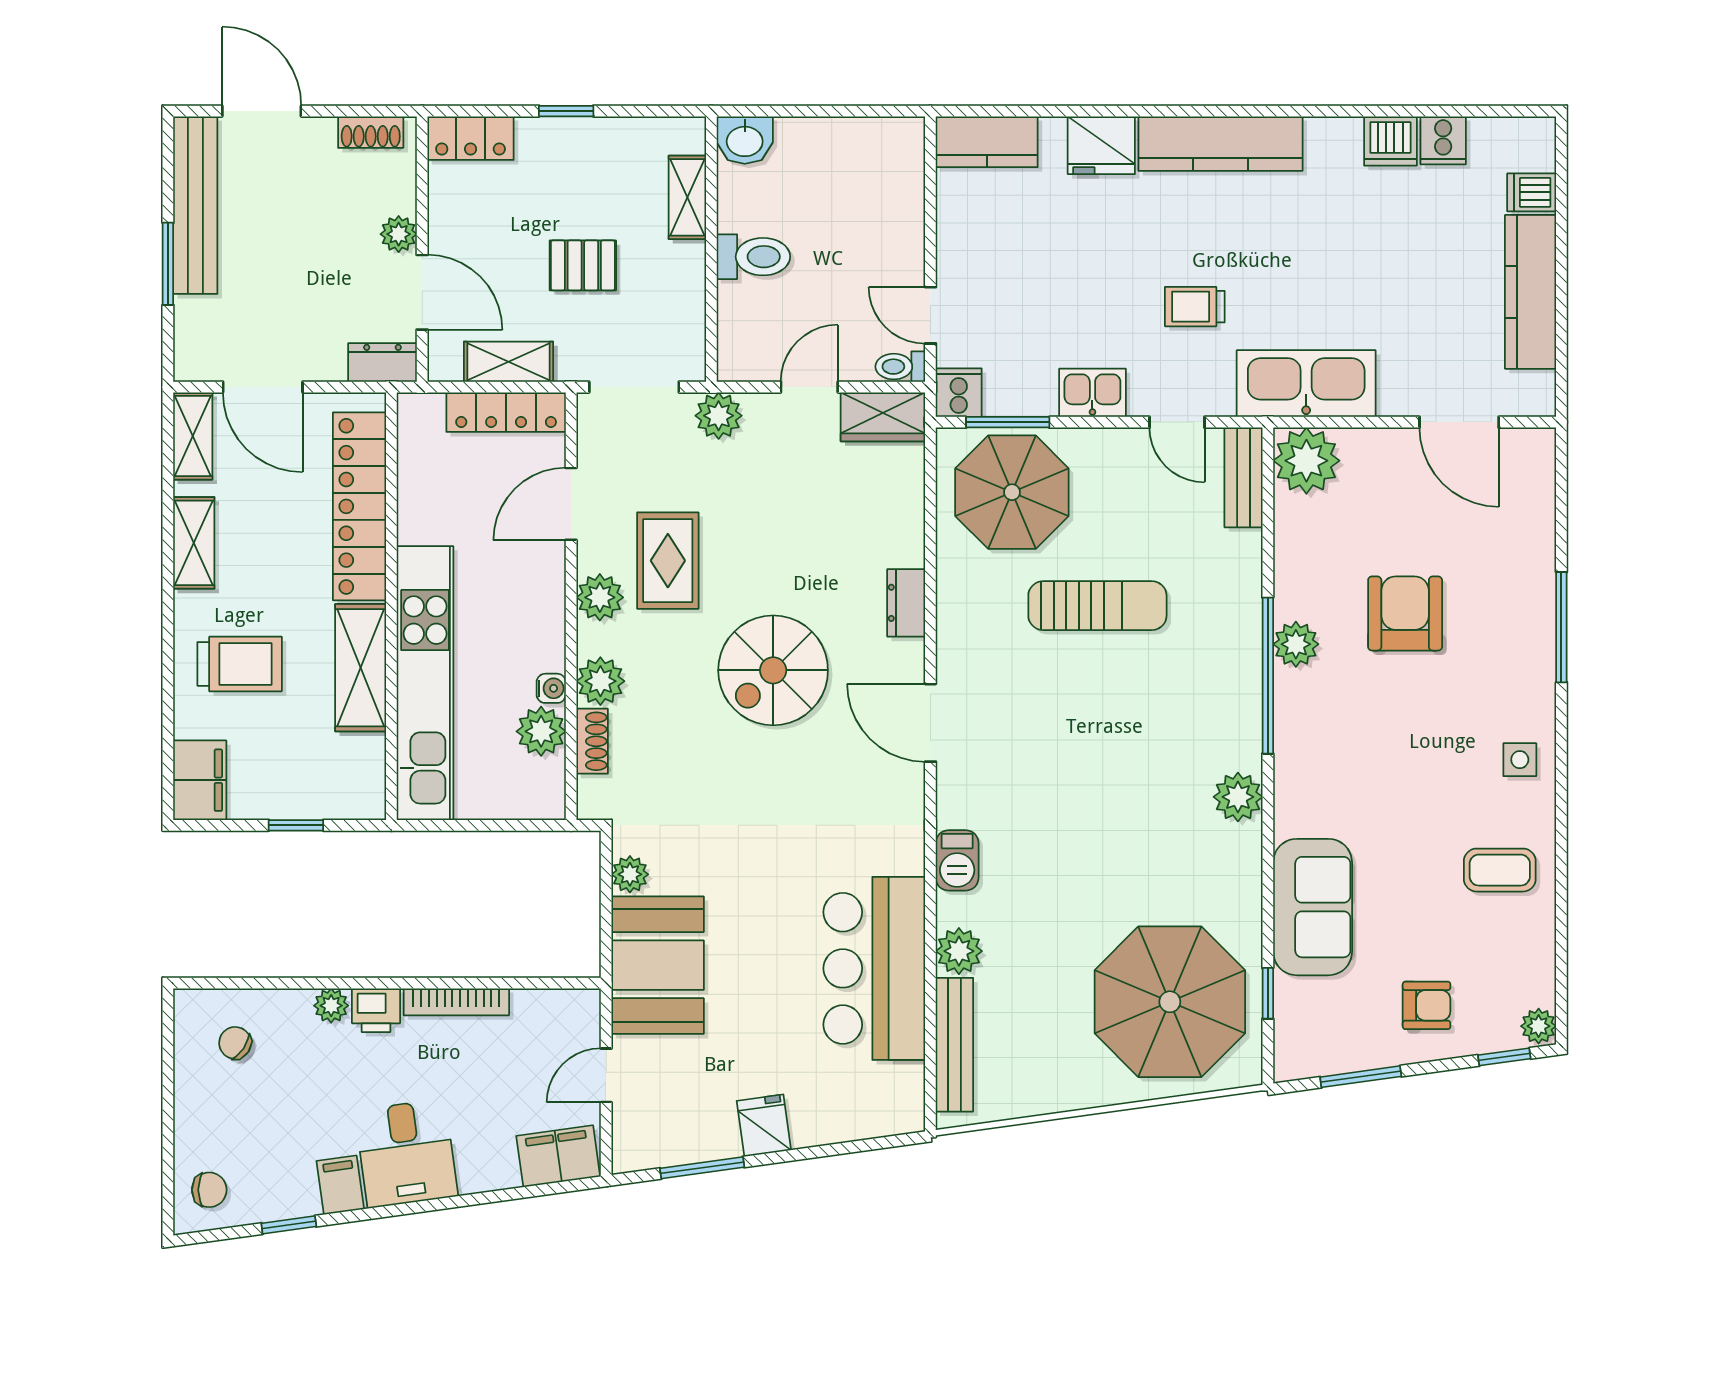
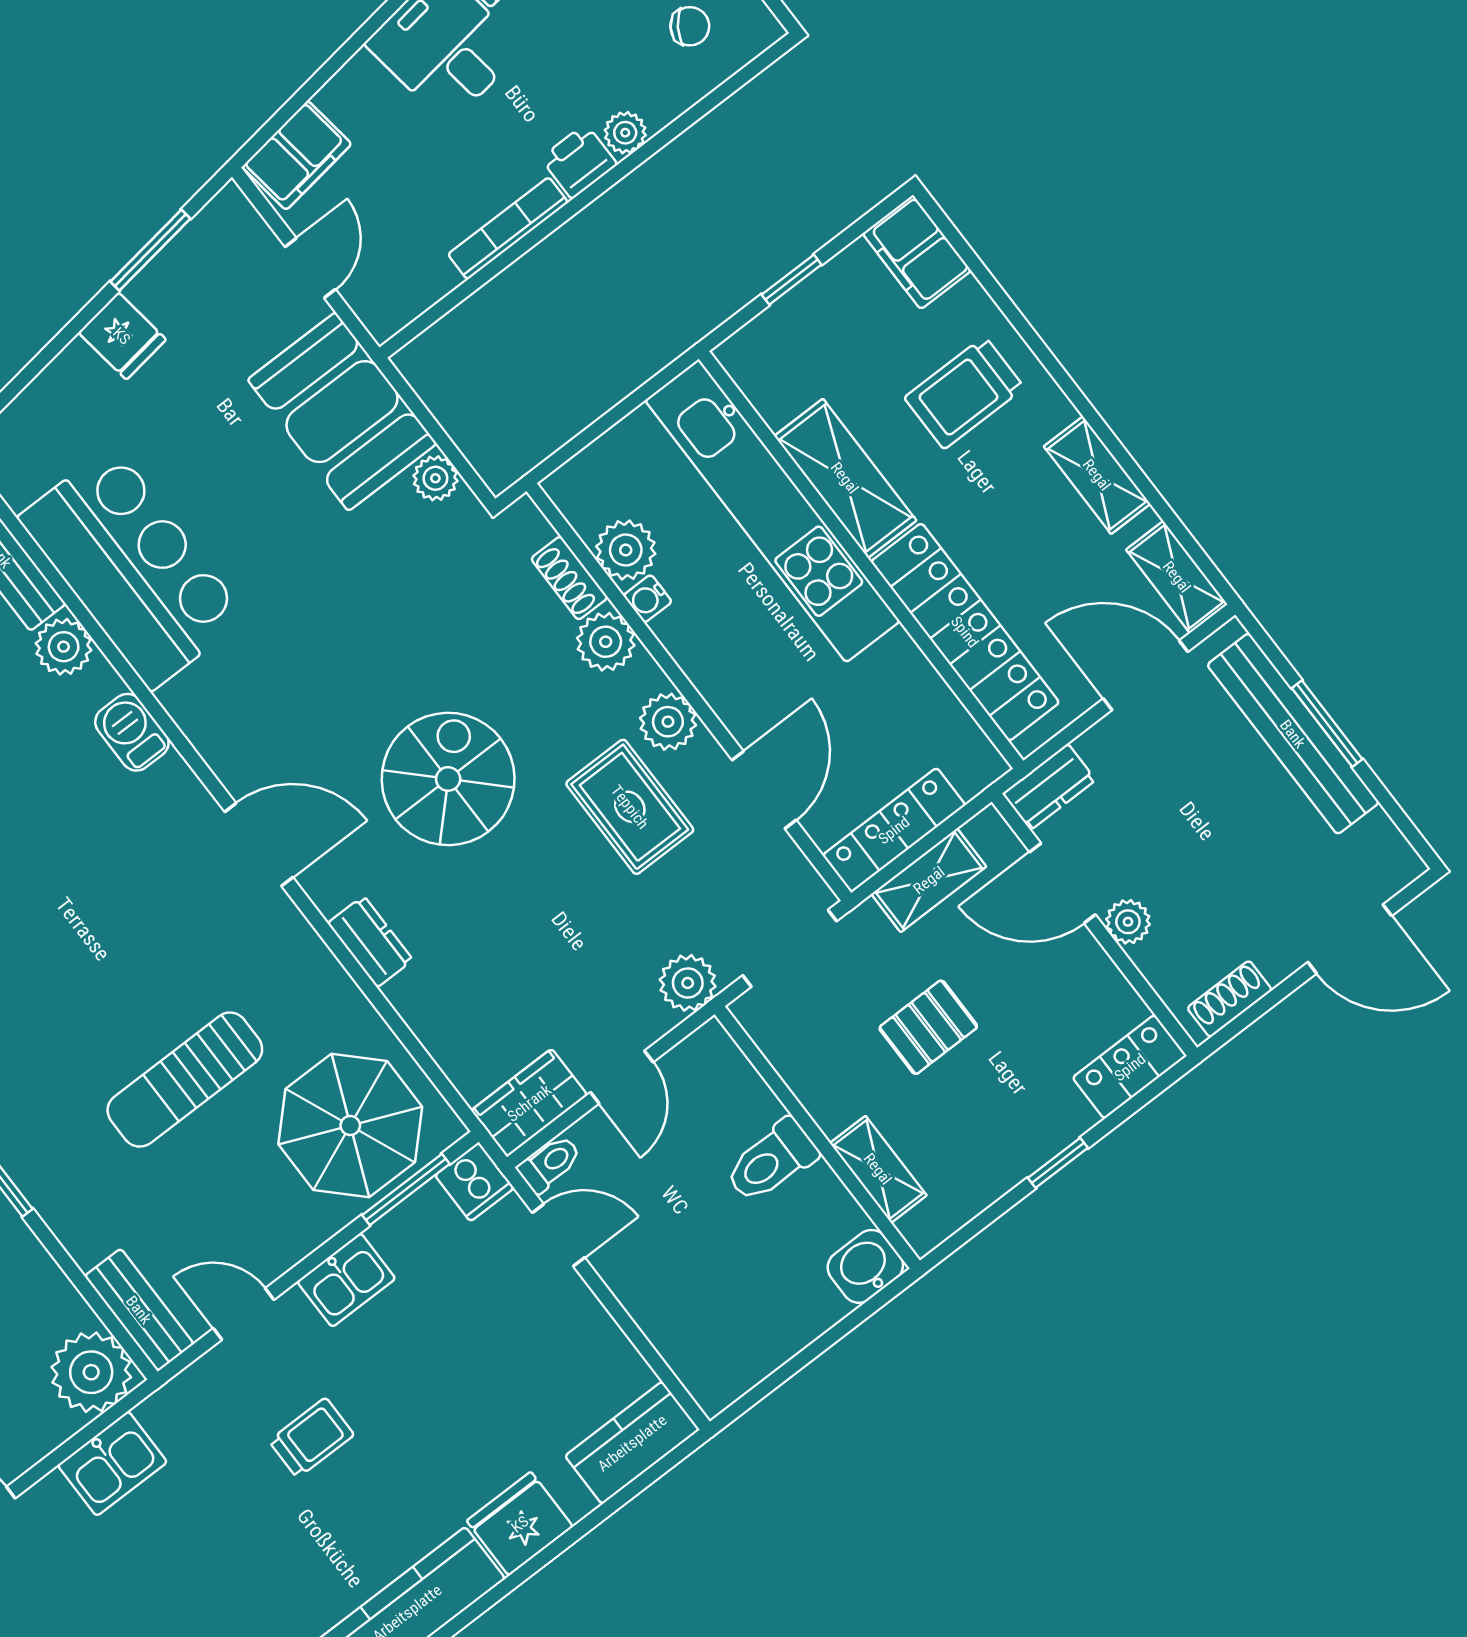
bench: (195, 205) -> (1293, 734), moved
kitchen sink: (1306, 384) -> (112, 1464), width x0.53, depth x0.81

